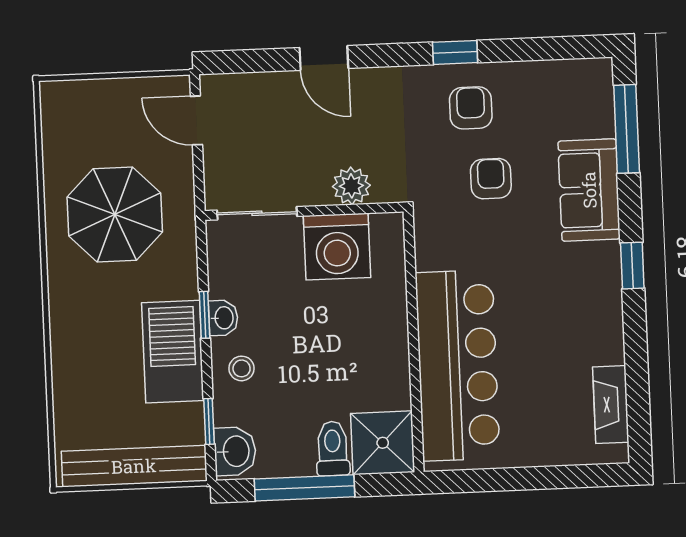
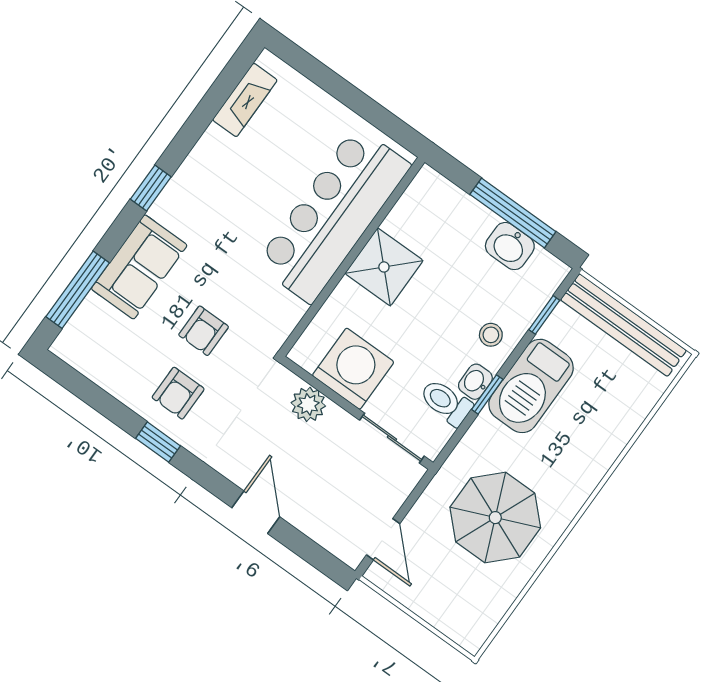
shower: (383, 443) -> (384, 267), moved
toilet: (333, 449) -> (446, 402), moved, turned 90
washbasin: (235, 451) -> (510, 246), moved, turned -90

